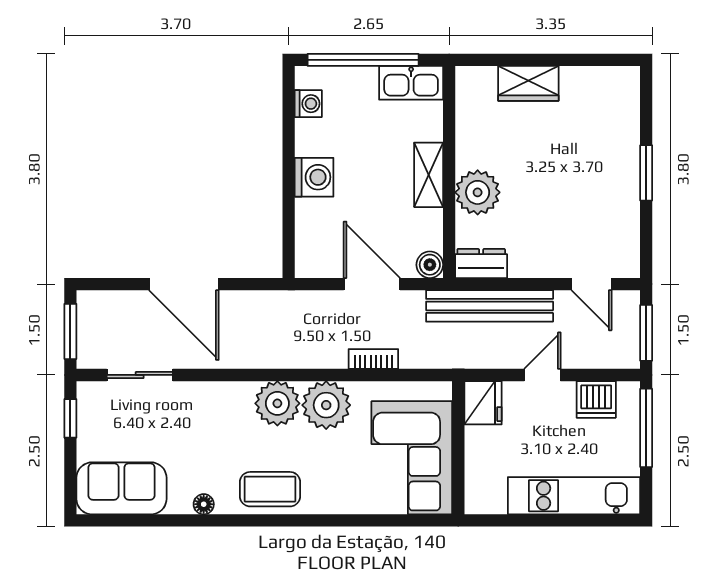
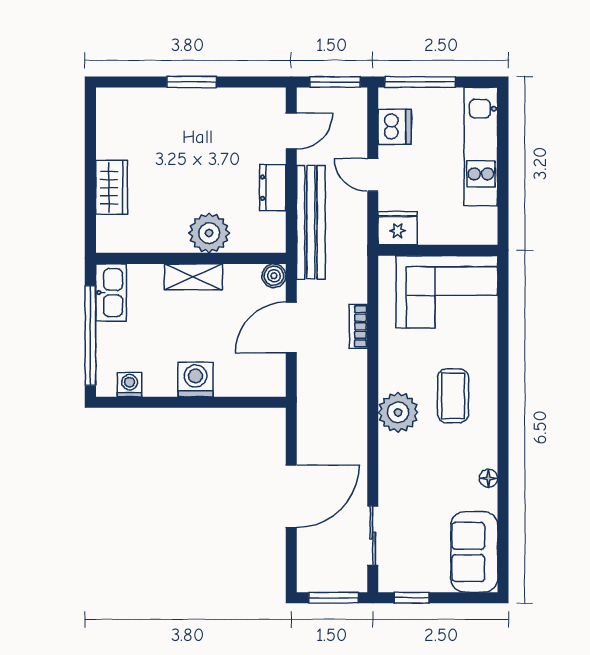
dresser: (481, 263) -> (273, 188), moved
plant: (326, 405) -> (400, 369), removed
coffee table: (270, 489) -> (453, 396), moved

